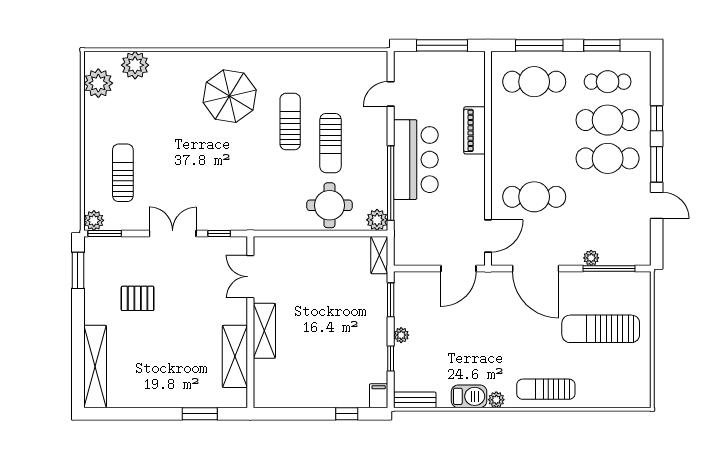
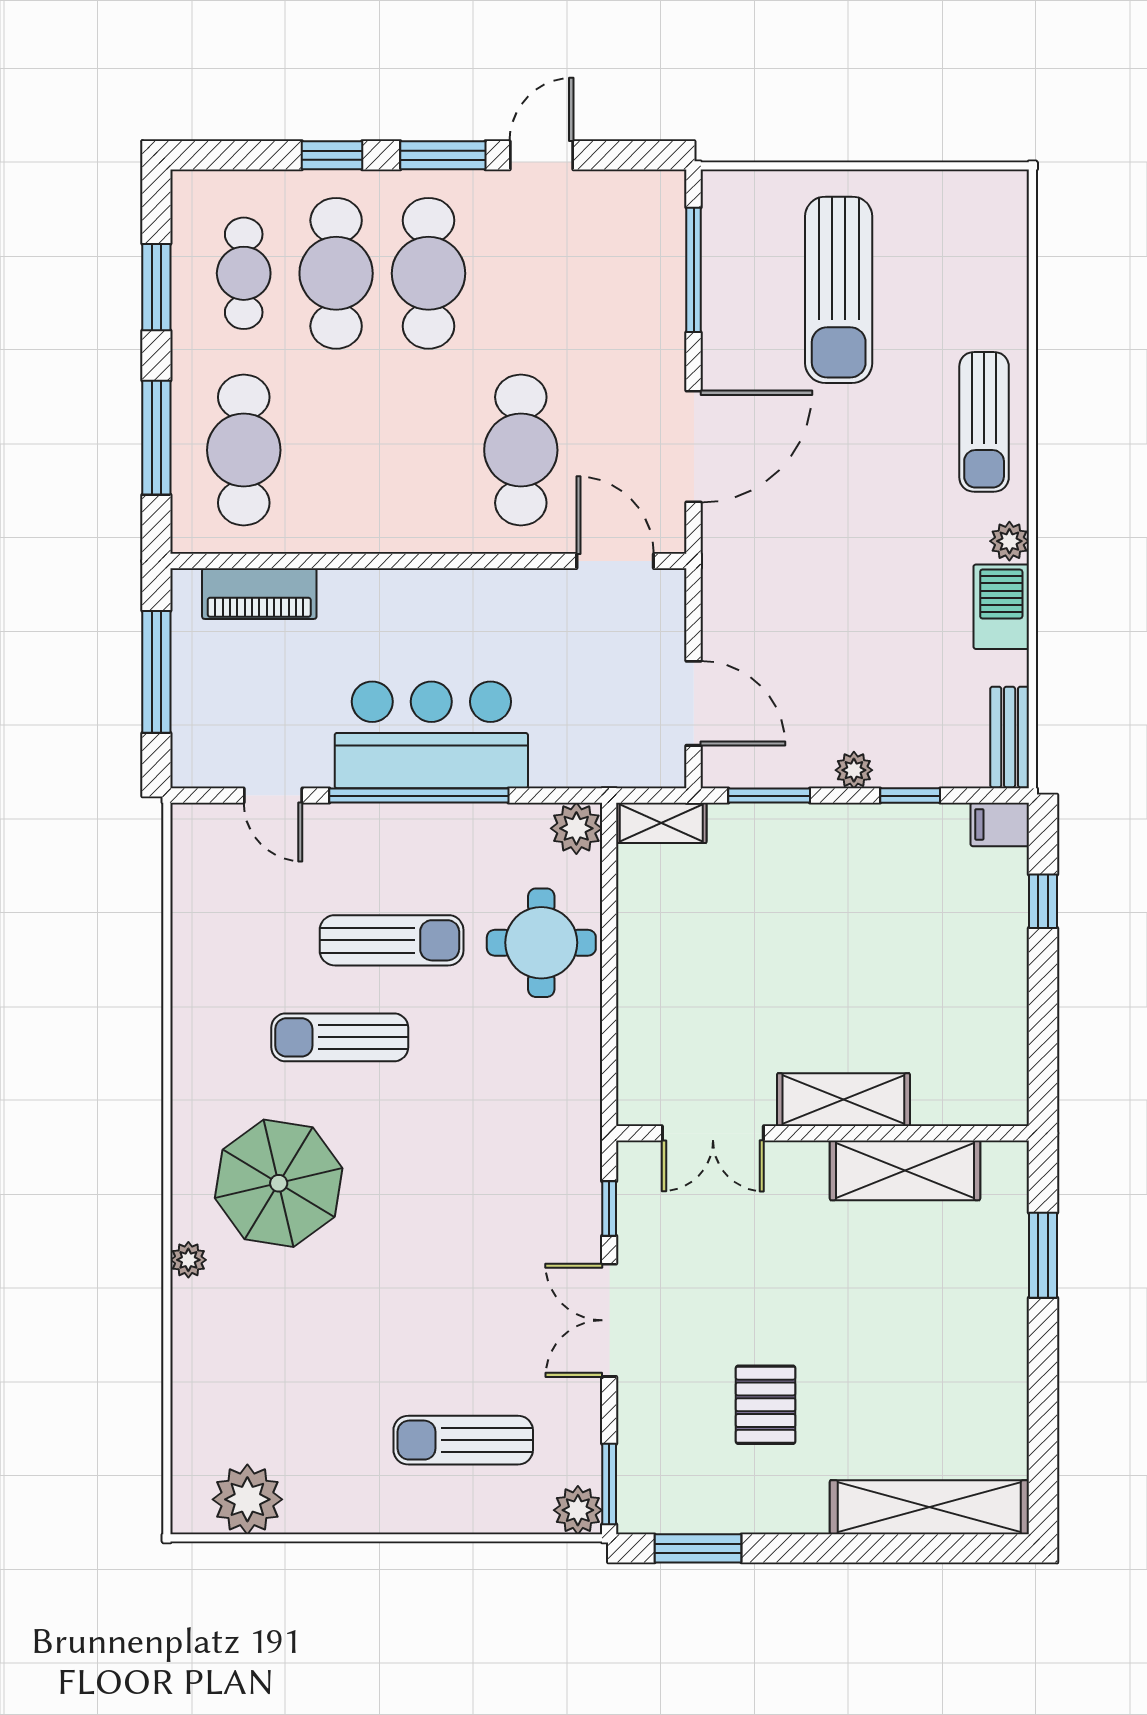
plant: (135, 65) -> (188, 1260), moved, width x0.53, depth x0.53
piano: (475, 130) -> (259, 594), moved
window: (391, 183) -> (419, 796), moved
plant: (591, 258) -> (668, 313), removed
door: (458, 268) -> (694, 703), moved

